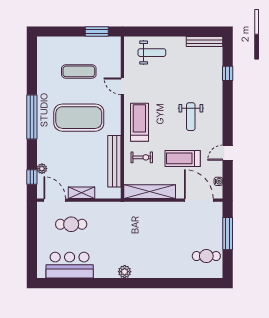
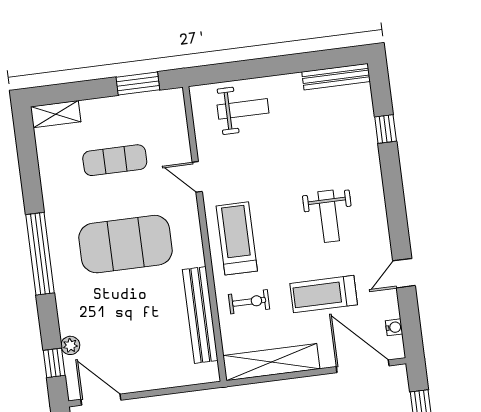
shelving: (82, 193) -> (56, 114), moved

